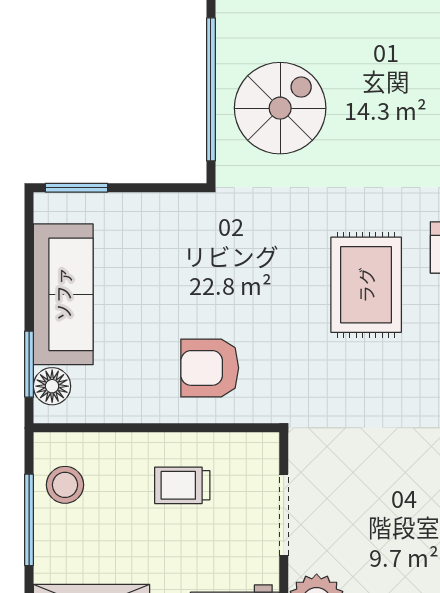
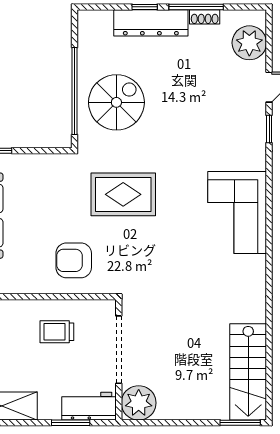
rug: (366, 285) -> (123, 194), moved, turned 90
doorway: (284, 515) -> (119, 350), width x1.36

